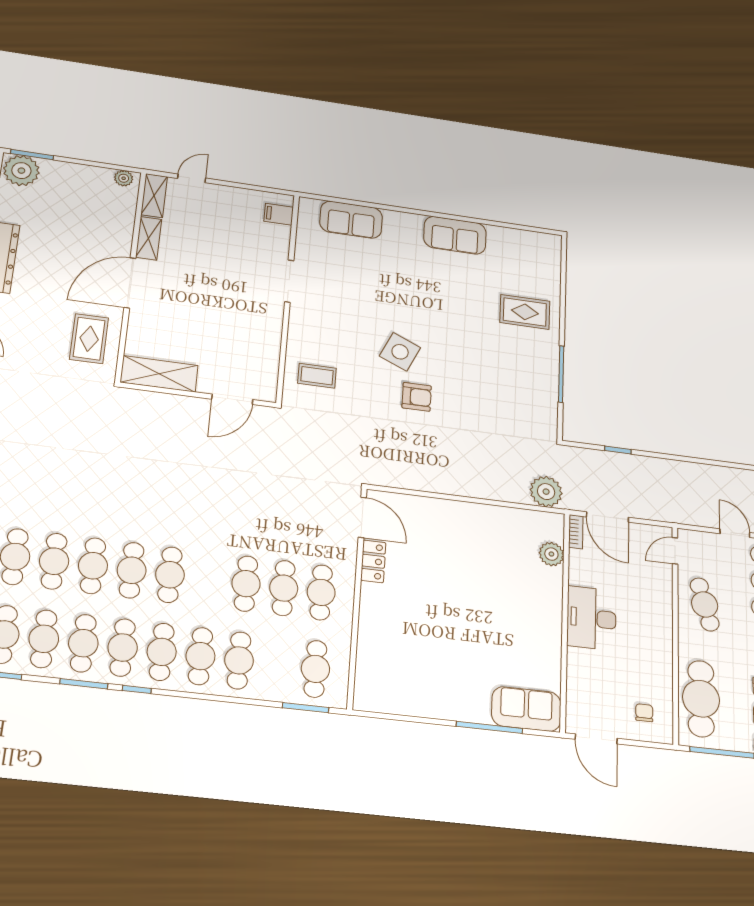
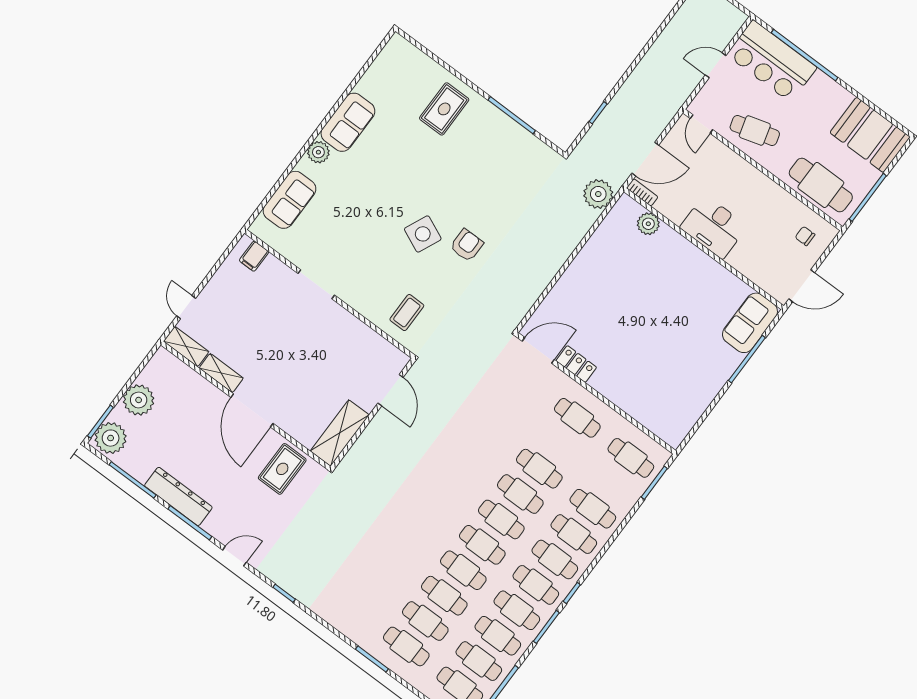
plant: (124, 178) -> (139, 400), moved, width x1.87, depth x1.87
plant: (411, 223) -> (318, 152), added
rug: (89, 339) -> (282, 469), turned 90
cafe table: (284, 588) -> (520, 494), moved

